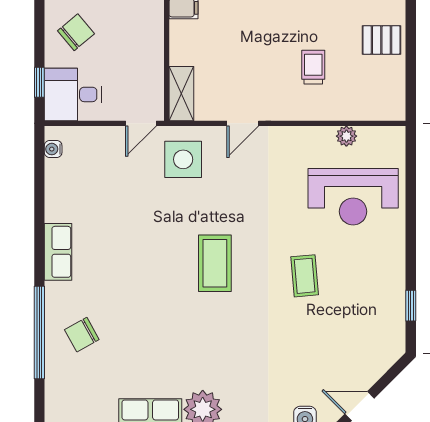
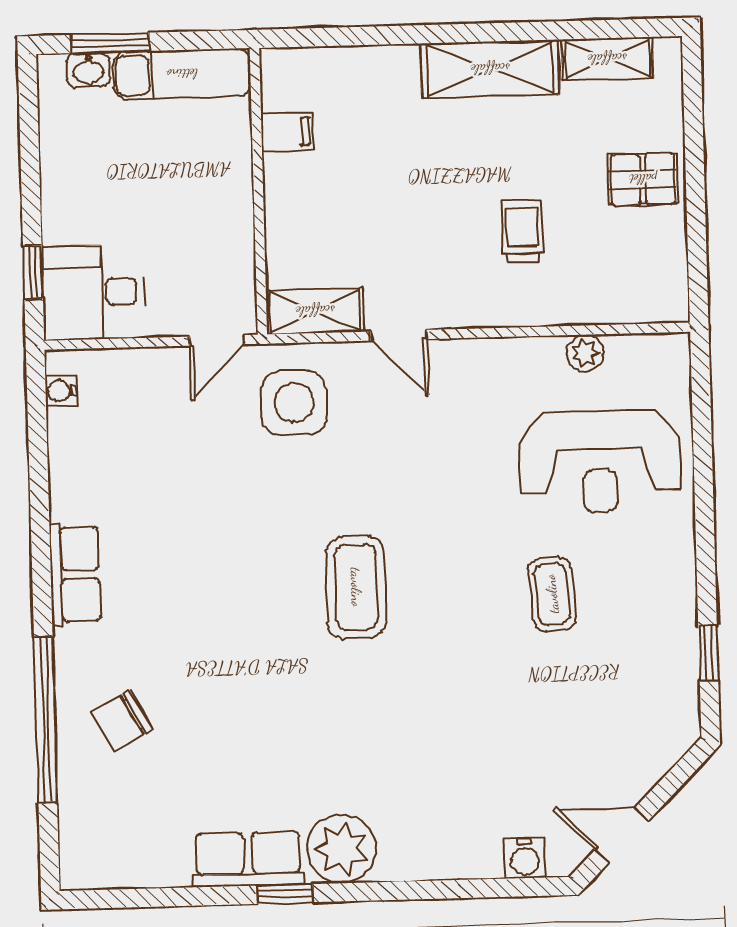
chair: (76, 32) -> (96, 181), removed
shelving: (181, 94) -> (315, 311), moved, turned 90
door: (243, 123) -> (399, 335), hinge flipped
coffee table: (305, 276) -> (552, 594), moved

